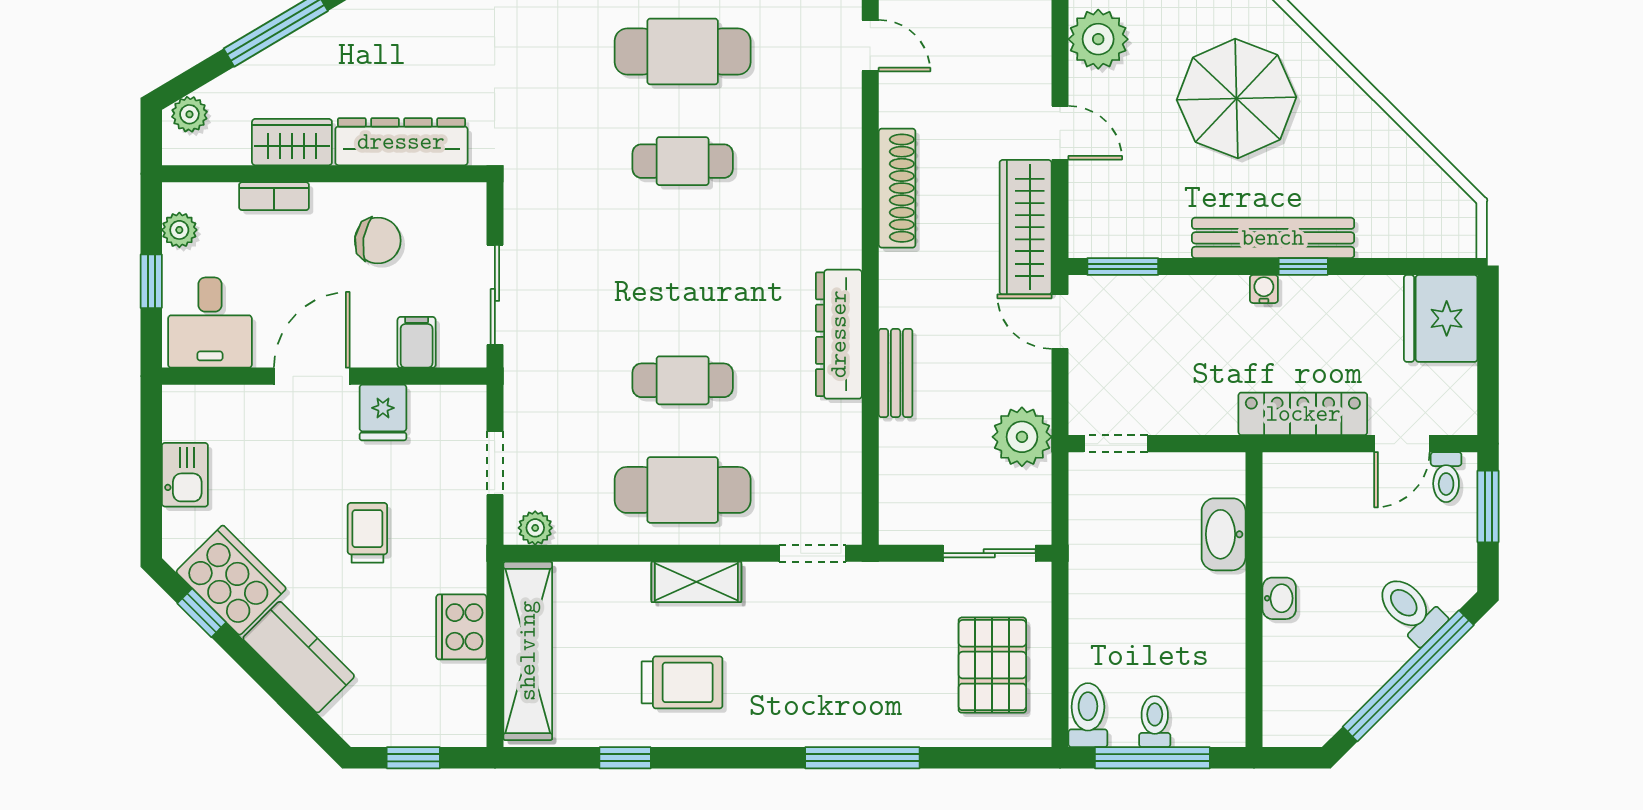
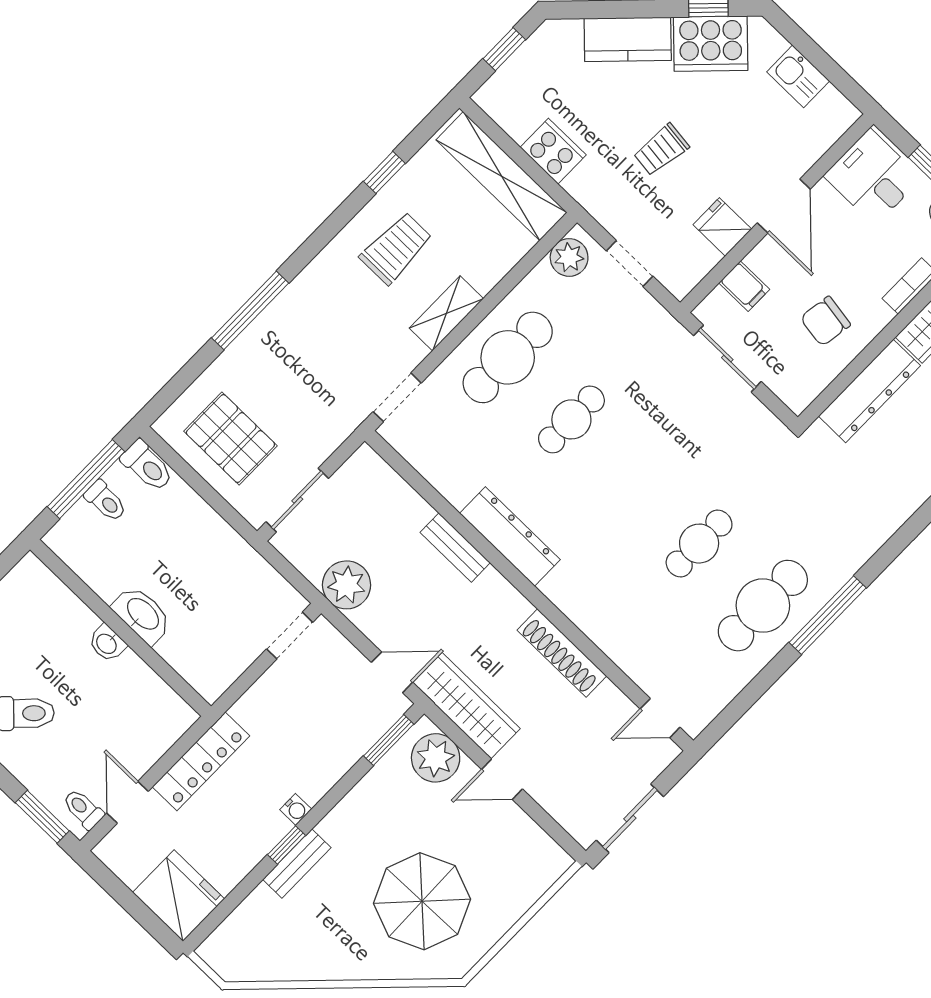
plant: (1098, 39) -> (436, 758), moved
bench: (1273, 238) -> (297, 864), width x0.54, depth x0.82
plant: (535, 528) -> (569, 257), width x1.38, depth x1.38
trolley: (367, 533) -> (661, 150), turned 97
washbasin: (1224, 534) -> (142, 615), moved
trolley: (682, 682) -> (396, 248), turned 180

